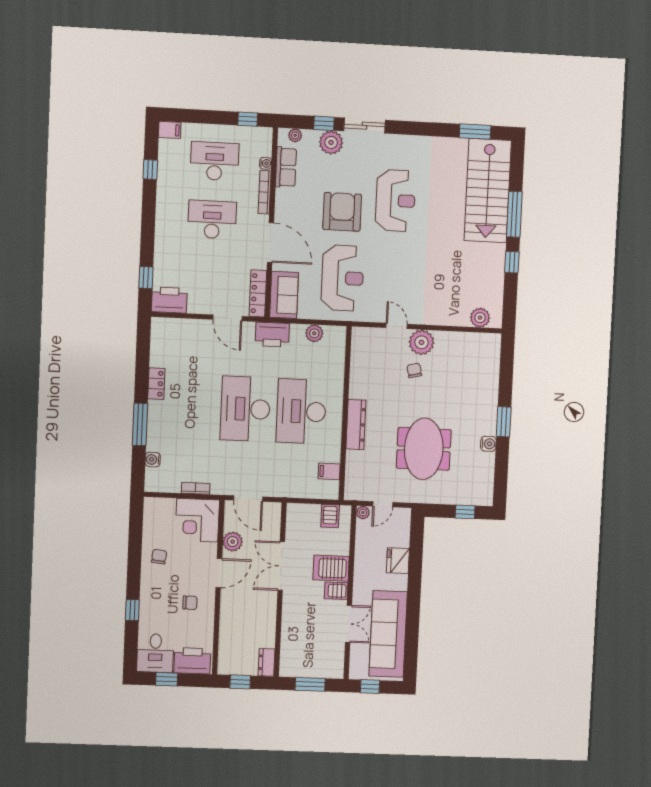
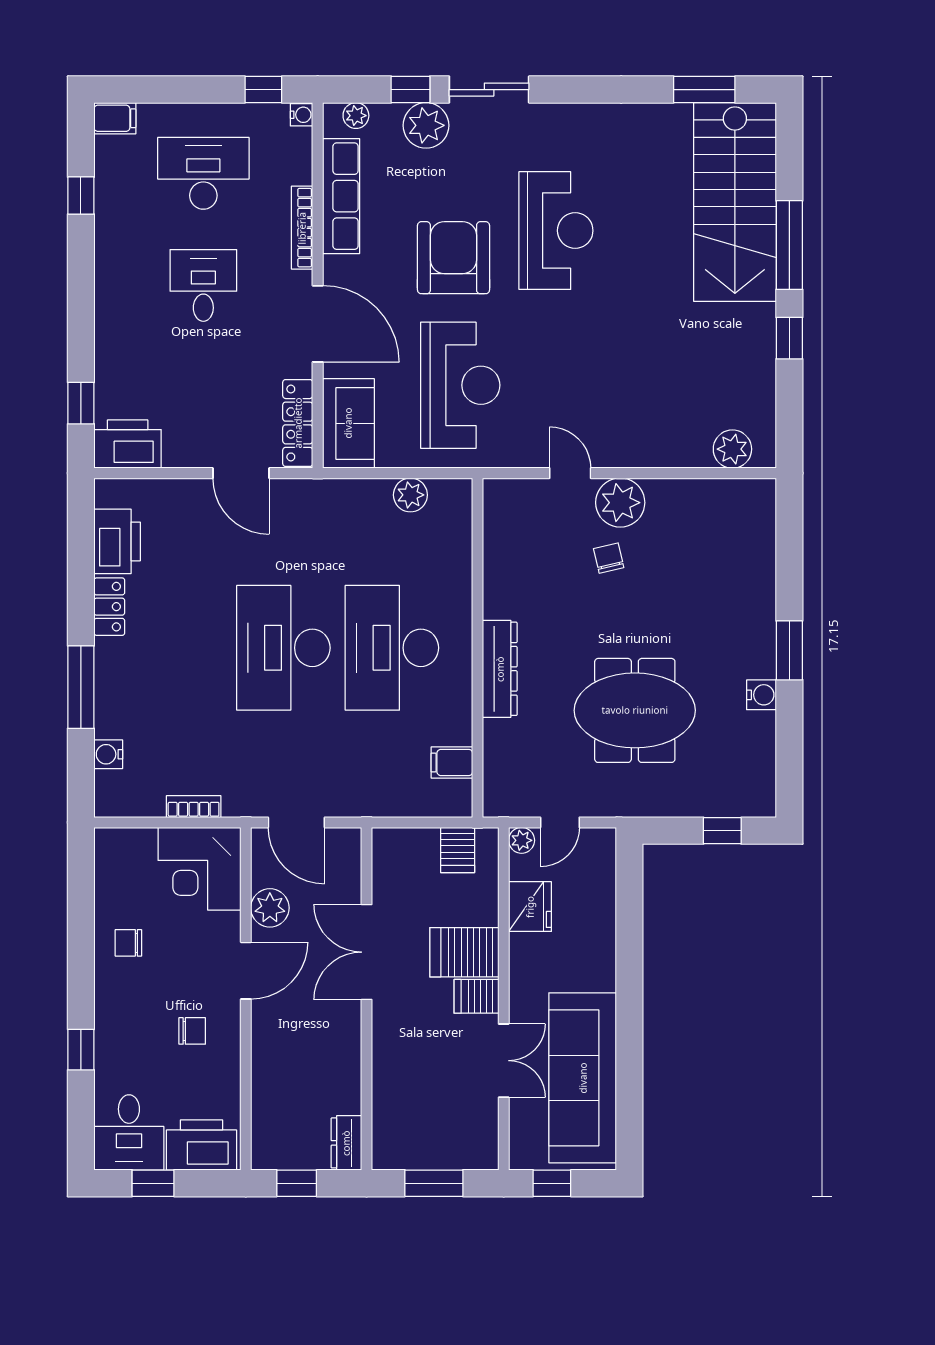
water cooler: (266, 163) -> (302, 115), moved
row of seats: (286, 167) -> (341, 196), width x1.48
desk: (212, 220) -> (203, 285), width x0.73
printer: (272, 335) -> (117, 541), moved, turned -90
meeting table: (424, 449) -> (635, 710), turned 90
chair: (159, 557) -> (128, 943), turned -97
fridge: (398, 561) -> (530, 907), moved, turned 180

